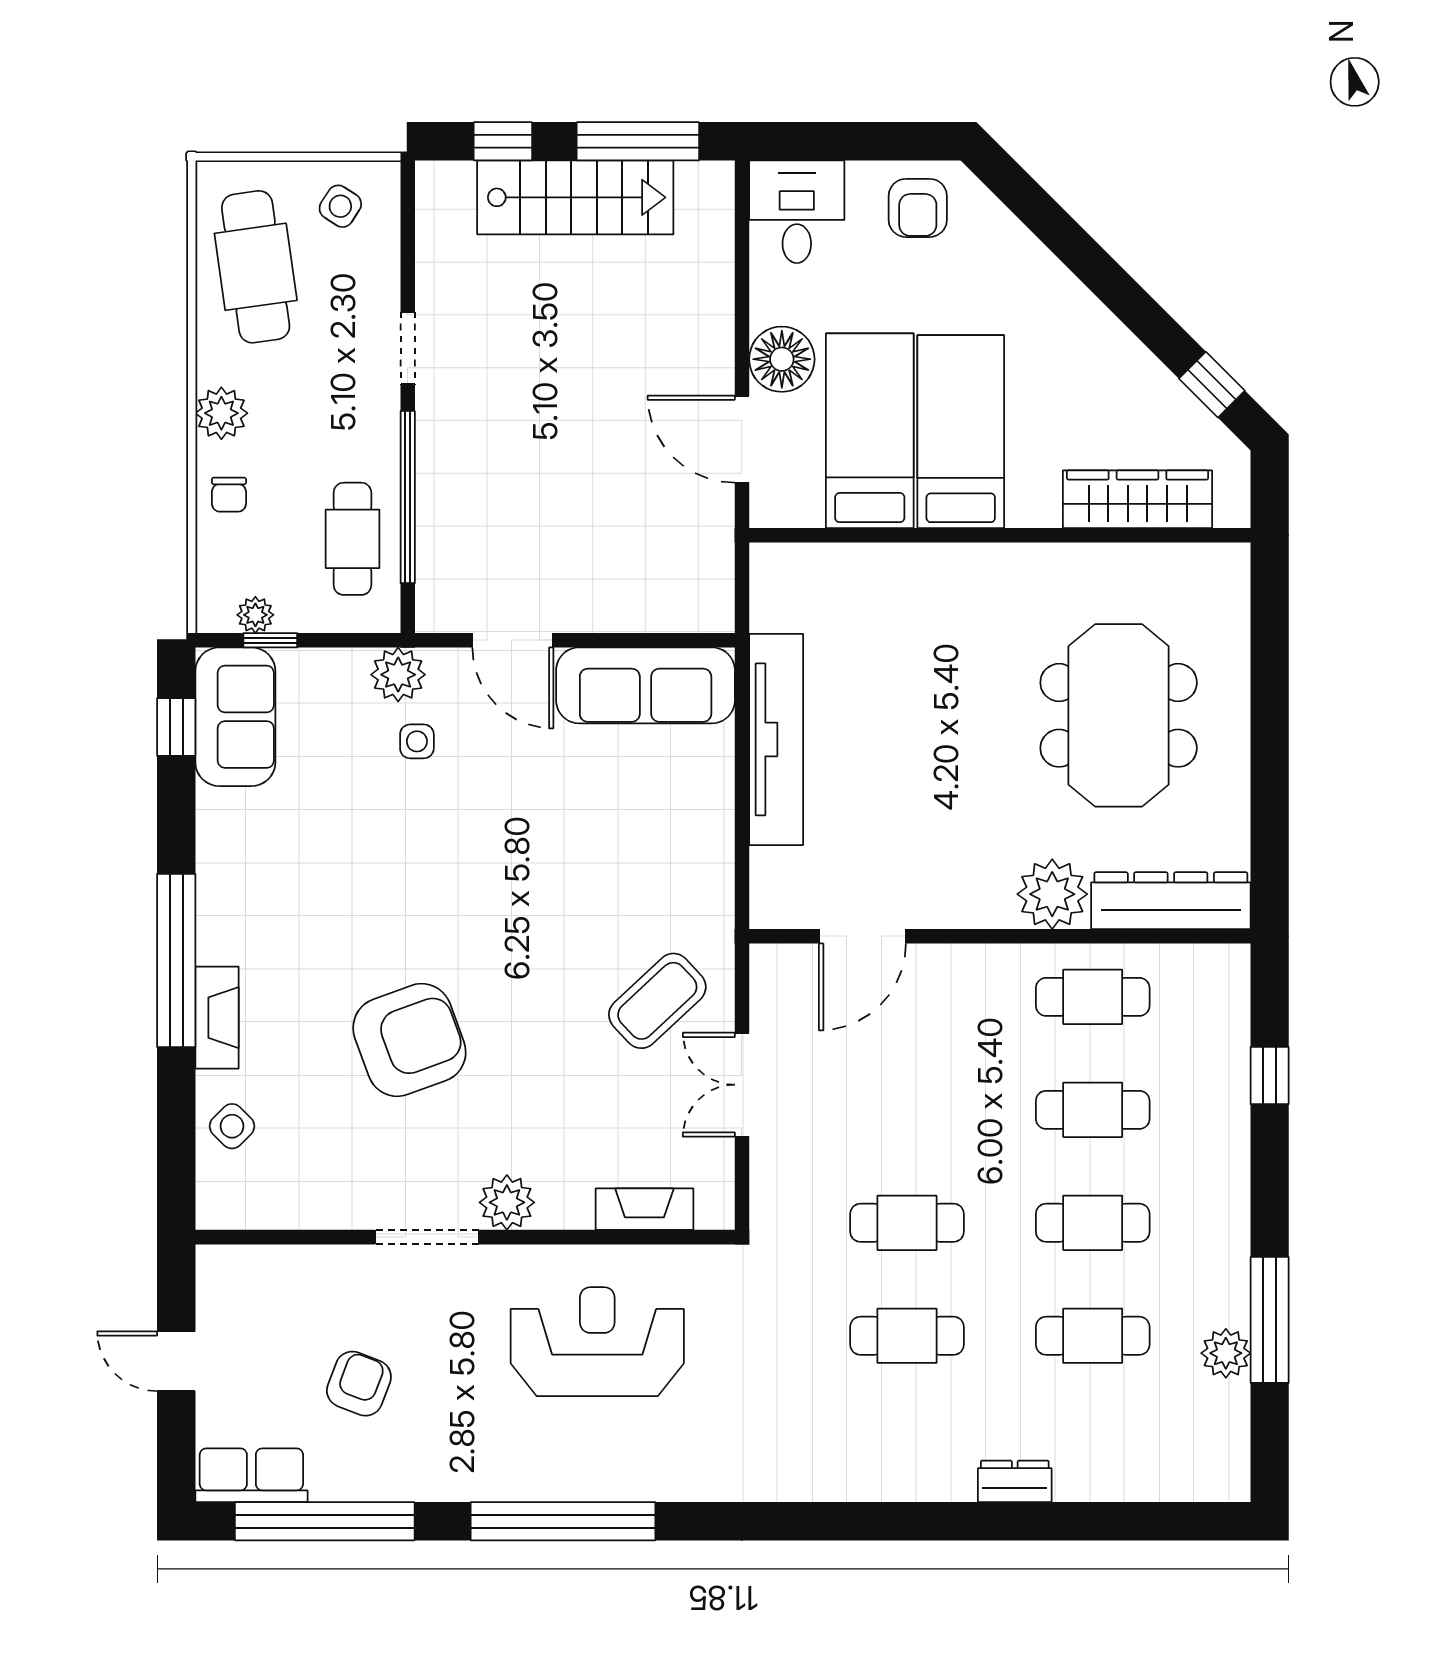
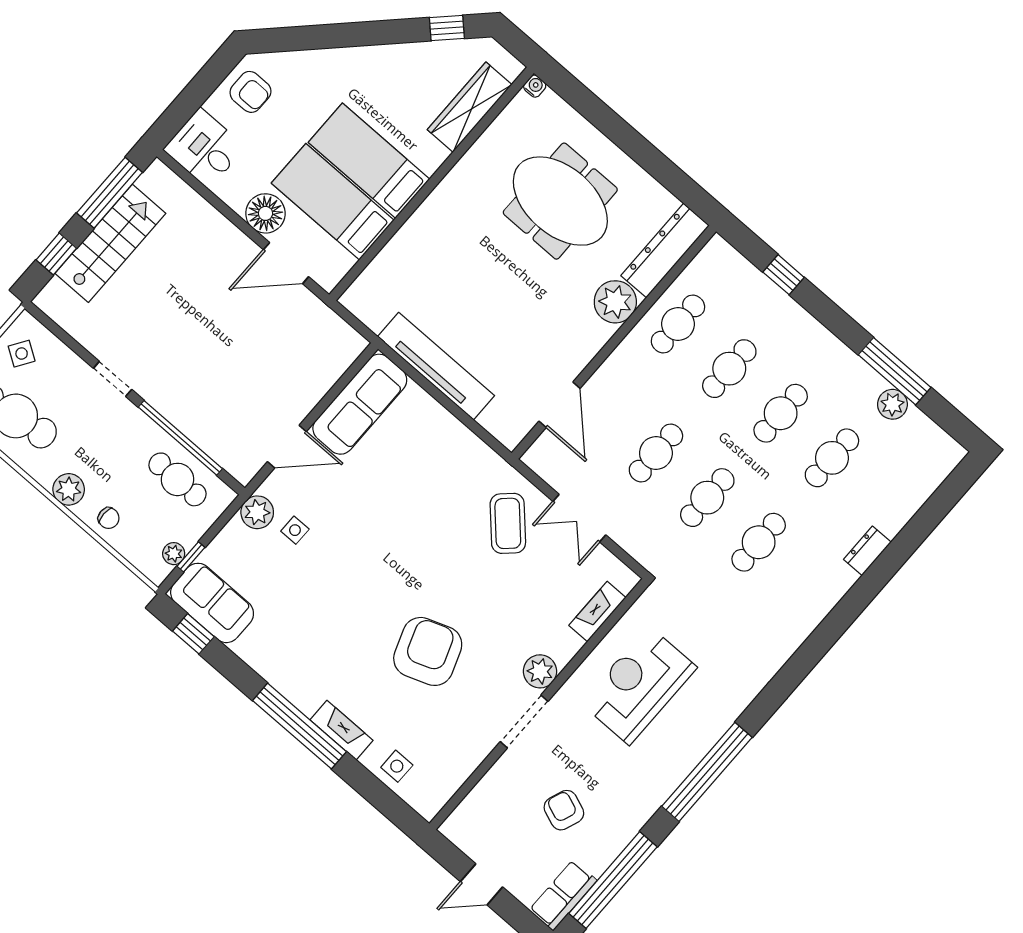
water cooler: (1235, 558) -> (535, 86), added
cafe table: (907, 1110) -> (656, 453), added
side table: (232, 1126) -> (397, 766), turned 45

